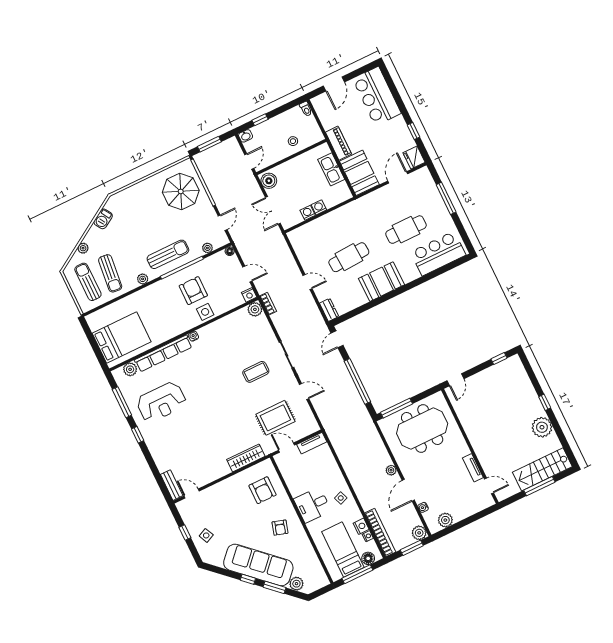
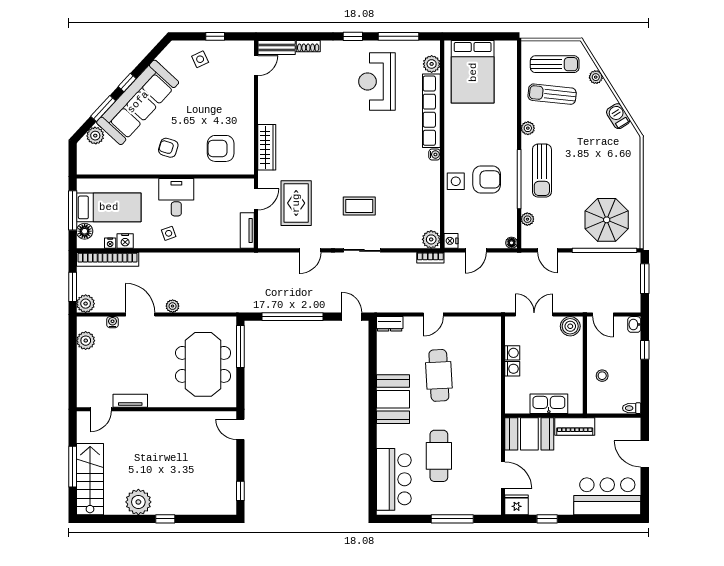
coffee table: (256, 372) -> (359, 206), turned 90
shoe rack: (160, 463) -> (308, 46), added

